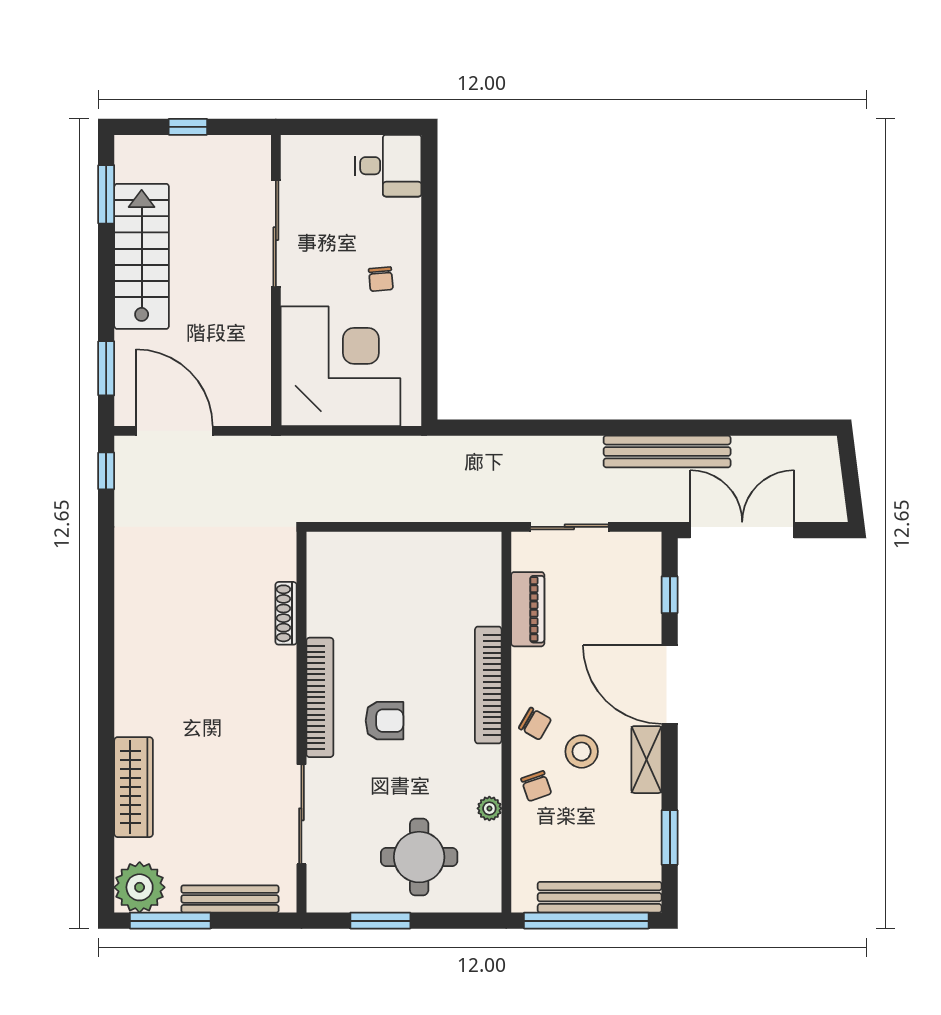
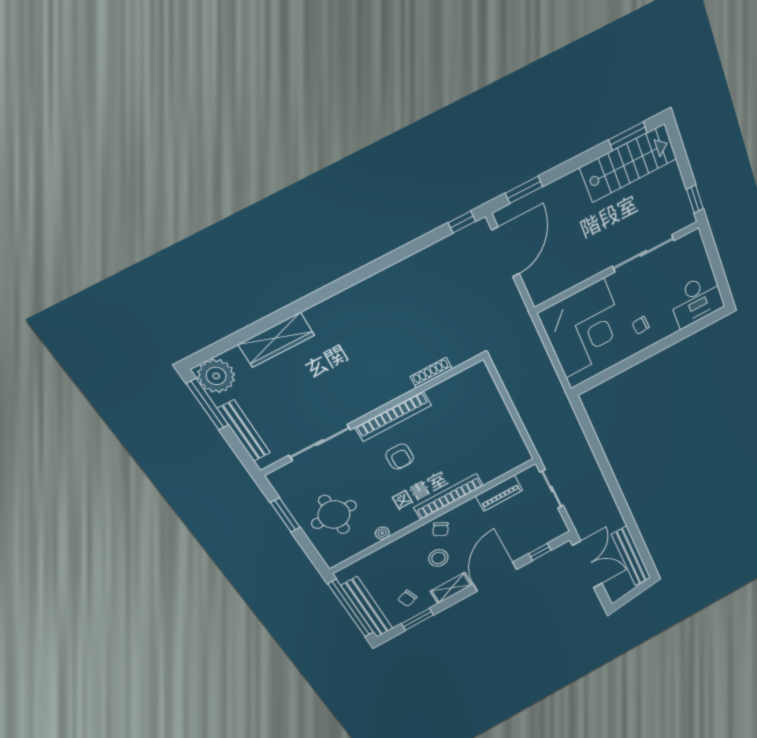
window: (188, 127) -> (695, 199), moved
desk: (388, 166) -> (697, 300), width x1.37
stairs: (142, 256) -> (628, 163), moved
bench: (667, 451) -> (631, 556), moved
chair: (536, 786) -> (407, 598), moved

